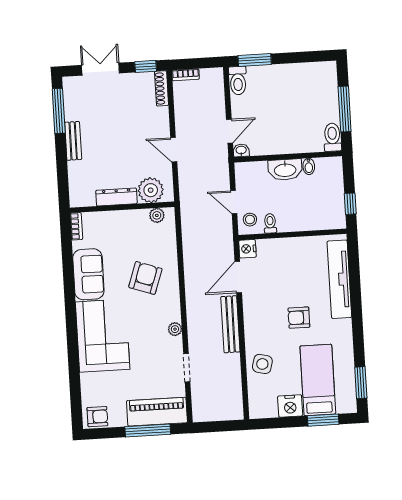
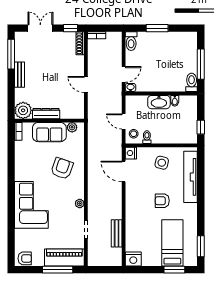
window: (255, 60) -> (157, 28), moved
plant: (151, 190) -> (23, 110), moved
sofa: (88, 274) -> (49, 132), moved, turned 90
door: (238, 277) -> (124, 171), hinge flipped
bench: (230, 324) -> (117, 233), moved, width x0.73
side table: (262, 364) -> (162, 163), moved
nightstand: (290, 406) -> (133, 259), moved

